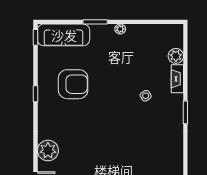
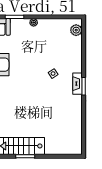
plant: (176, 56) -> (76, 30), moved
fireplace: (177, 79) -> (77, 84), moved

